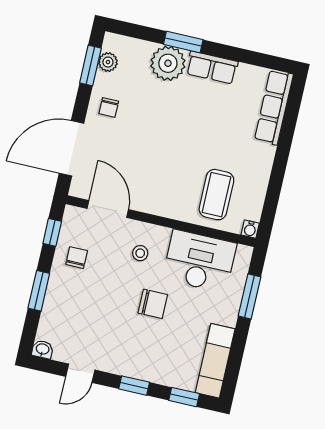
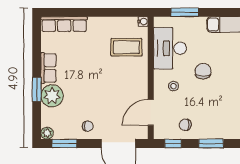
plant: (108, 62) -> (47, 133), moved

